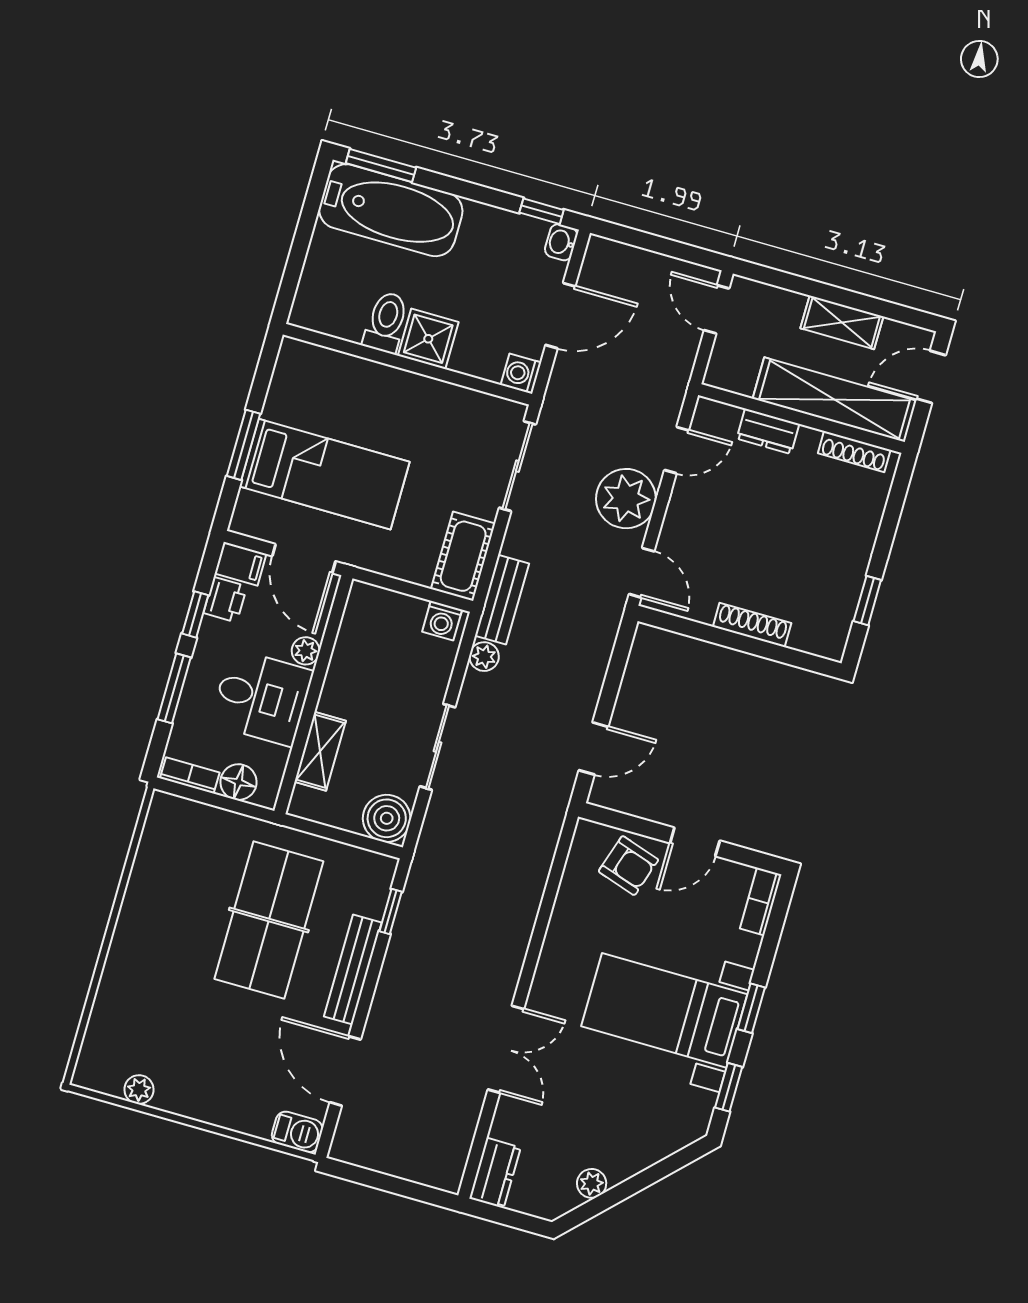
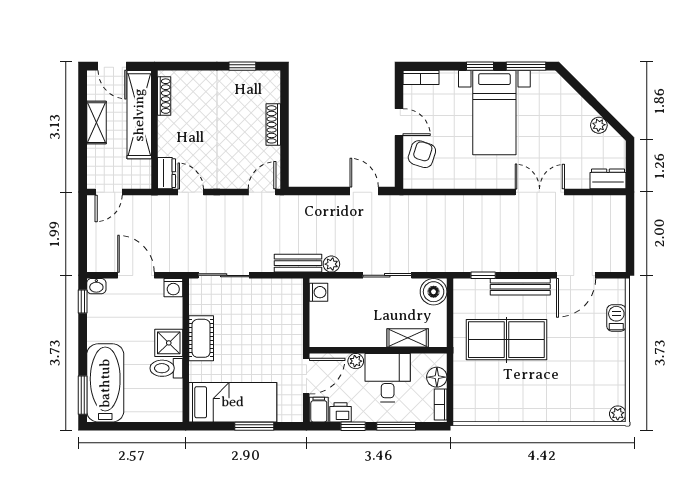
dresser: (768, 431) -> (166, 173), moved
bed: (325, 474) -> (233, 402), moved, turned 90
plant: (626, 499) -> (225, 212), removed
cot: (463, 556) -> (201, 338), moved, turned 90
window: (729, 1087) -> (526, 66), width x1.50
plant: (139, 1090) -> (618, 414), moved
barbecue: (297, 1132) -> (616, 318), moved

